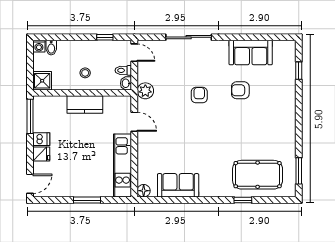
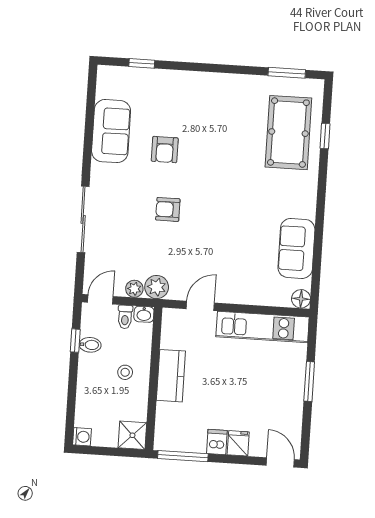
bidet: (51, 48) -> (90, 345), moved
plant: (143, 76) -> (134, 289), added
window: (243, 200) -> (325, 136), moved

